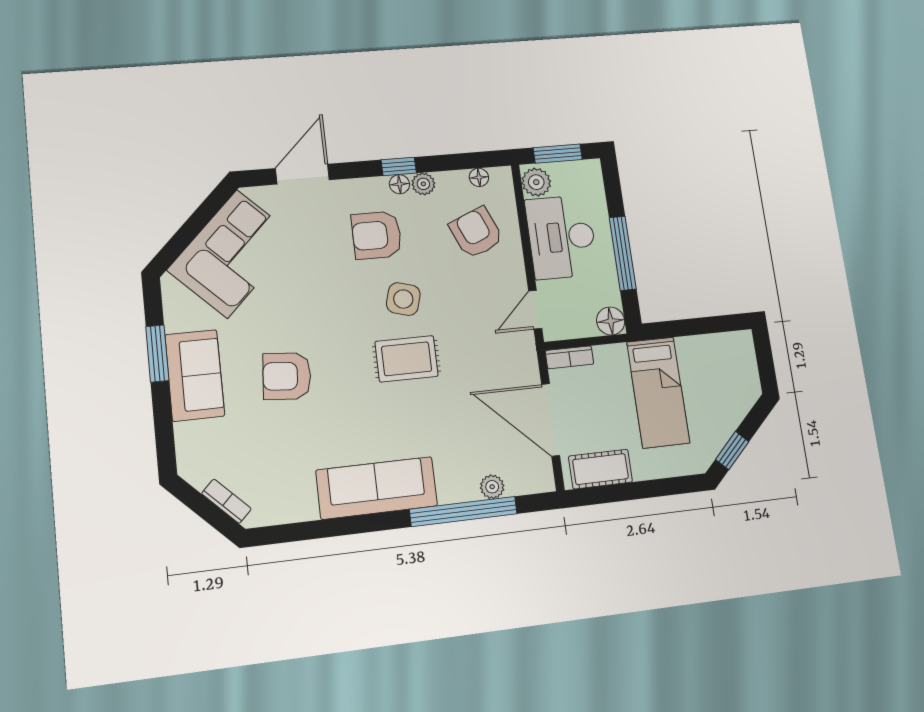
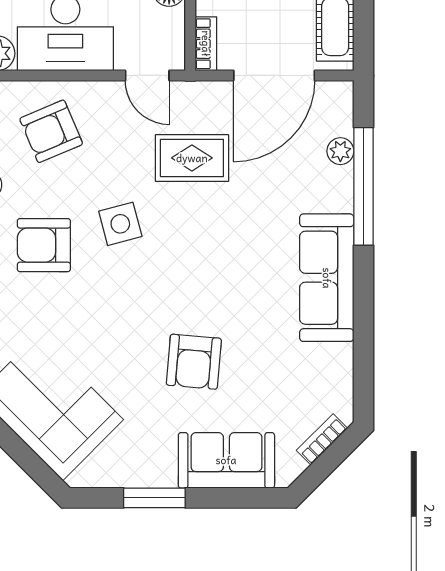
armchair: (377, 235) -> (44, 245), turned 90
side table: (403, 299) -> (120, 224), turned -31
rug: (407, 359) -> (192, 158), moved, turned 90
sofa: (195, 375) -> (226, 460), moved

